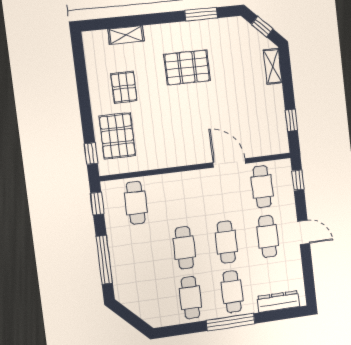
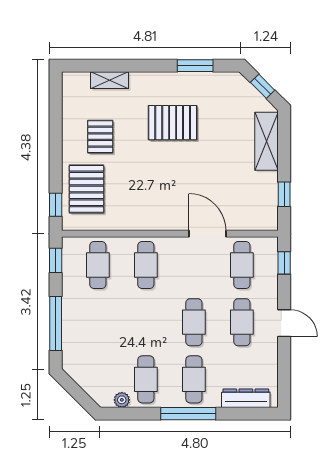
shelving: (273, 66) -> (267, 141), width x1.50, depth x1.33
cafe table: (184, 248) -> (146, 265), moved
plant: (171, 319) -> (122, 400), added

